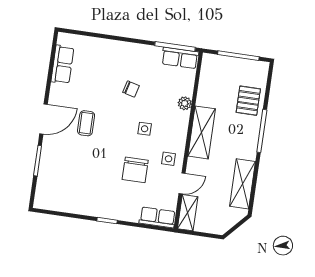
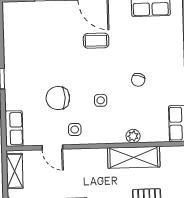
shelving: (202, 132) -> (134, 157), moved
shelving: (188, 213) -> (15, 171), moved, turned 90

